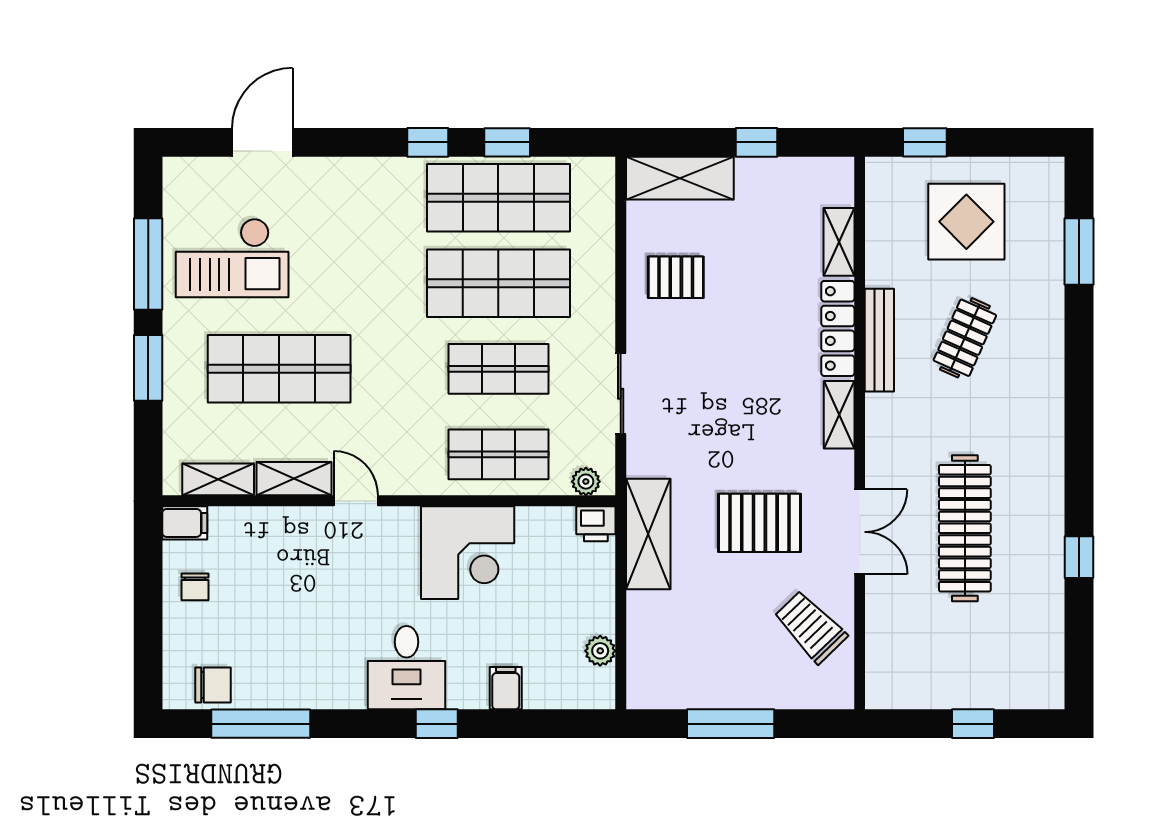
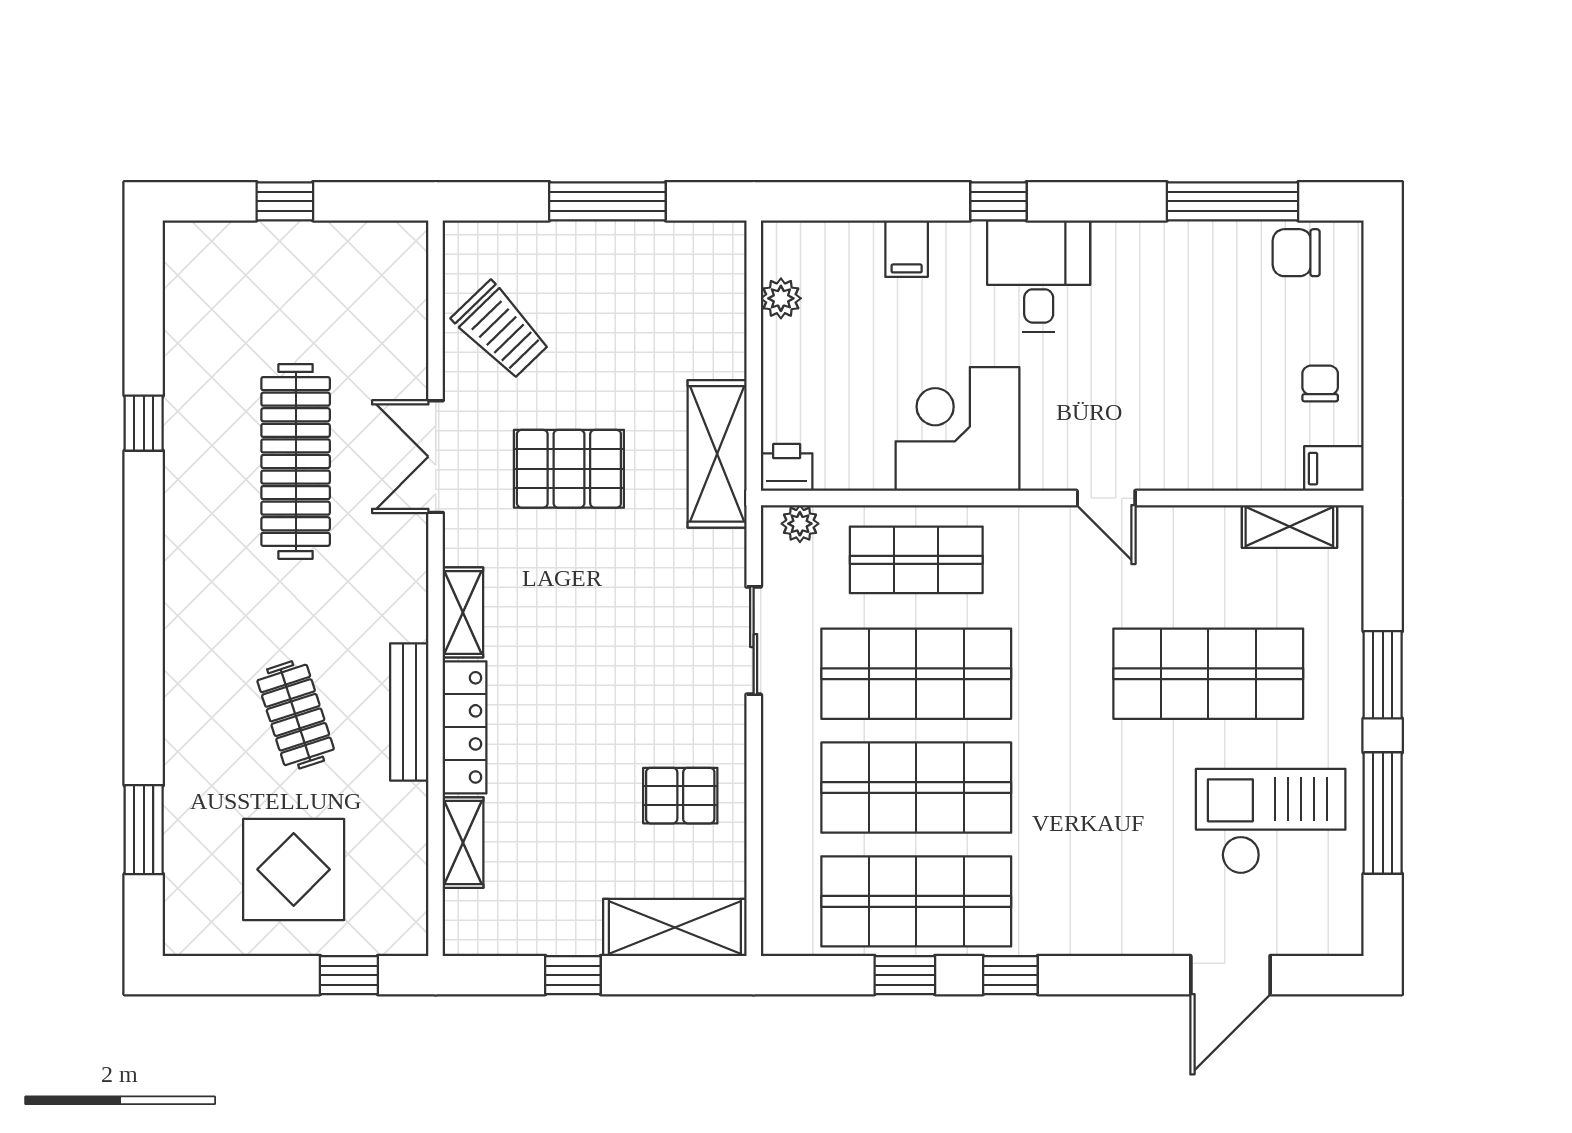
clothes rail: (965, 338) -> (296, 715), turned -42
shop shelf: (498, 369) -> (916, 674), width x1.43, depth x1.36
shelving: (294, 479) -> (1188, 528), removed

